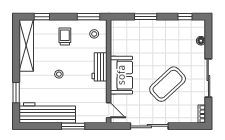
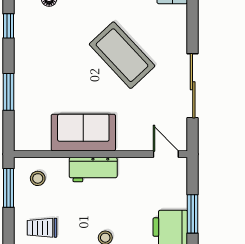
sofa: (121, 75) -> (83, 133), moved
door: (109, 110) -> (166, 154), hinge flipped

